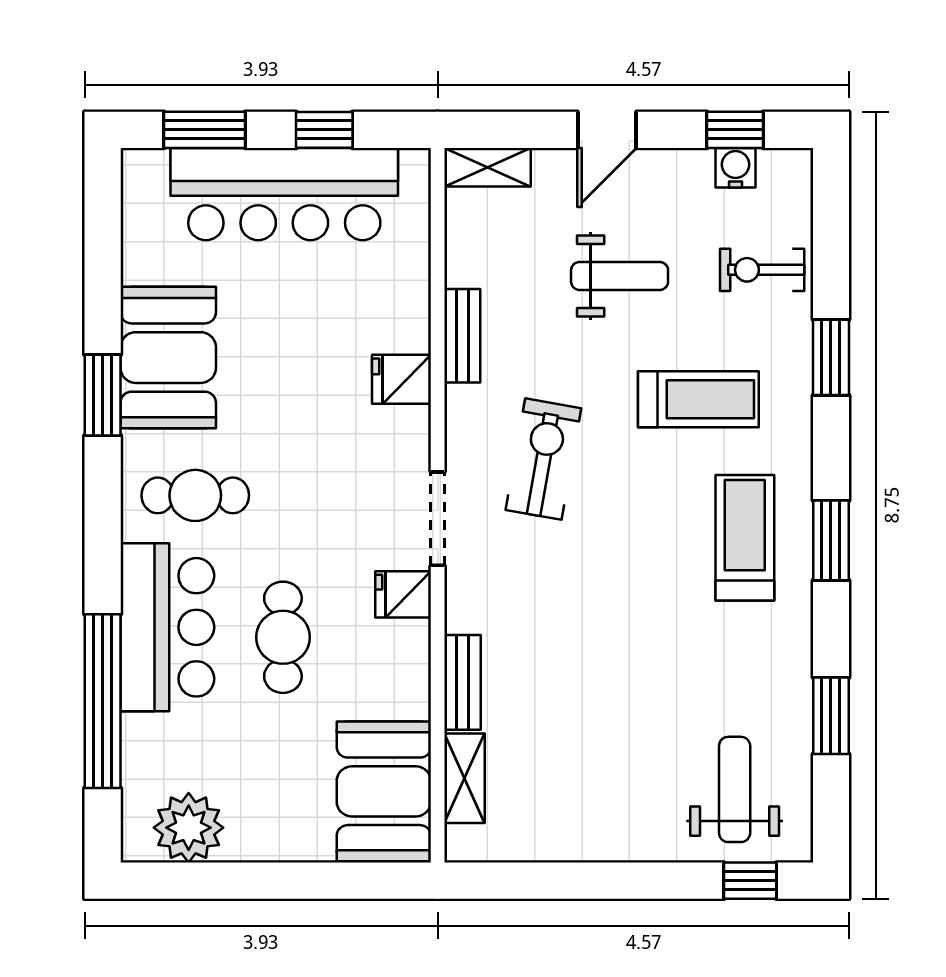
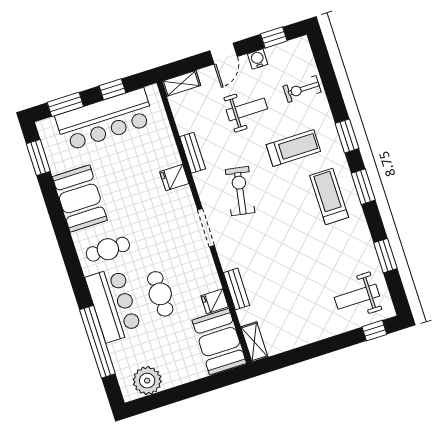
water cooler: (735, 168) -> (258, 59), moved
window: (831, 357) -> (347, 136), moved
window: (103, 395) -> (38, 158), moved
fridge: (403, 594) -> (215, 301), moved
shelving: (465, 778) -> (254, 342), moved
weight bench: (735, 789) -> (357, 297), turned -90

